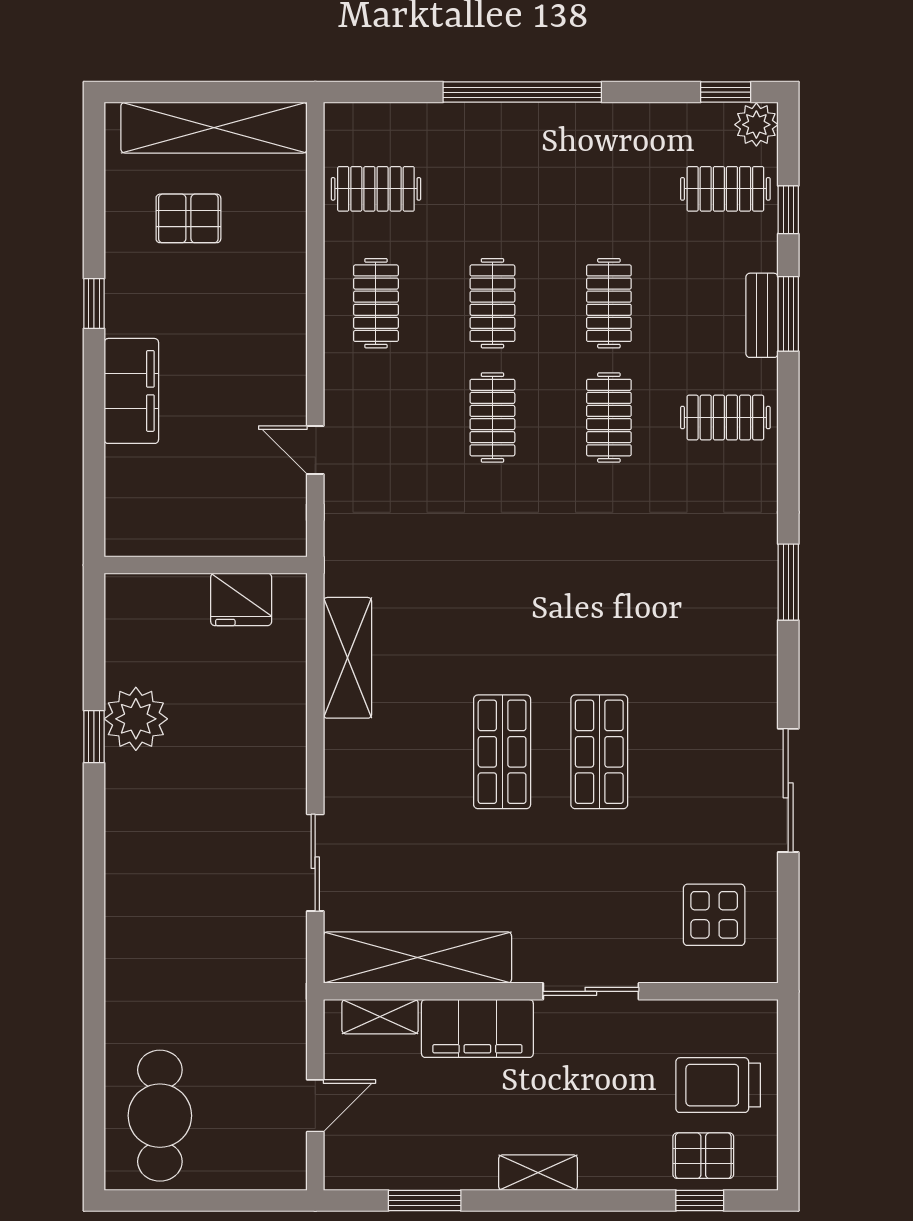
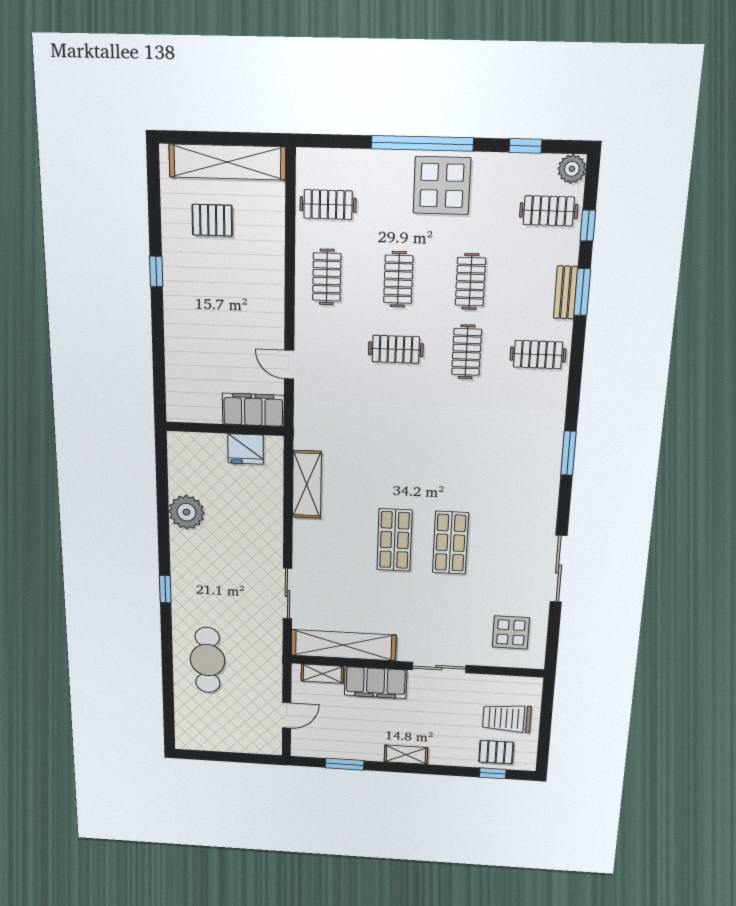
window: (726, 92) -> (525, 146), moved
display table: (556, 155) -> (442, 185), added
filing cabinet: (131, 391) -> (253, 410), moved, turned -90
clothes rail: (492, 418) -> (396, 349), turned 90
window: (94, 737) -> (165, 589), moved
cafe table: (160, 1116) -> (208, 660), moved

